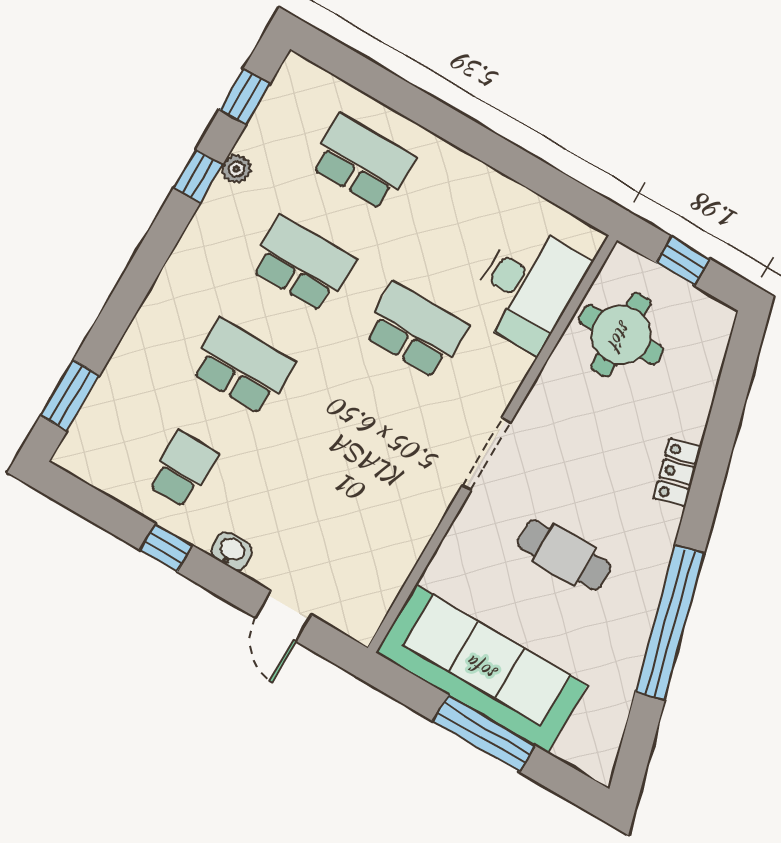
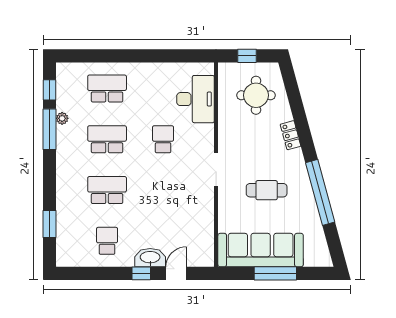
window: (198, 176) -> (50, 129), width x2.17
school desk: (415, 330) -> (163, 139), width x0.54
round table: (621, 335) -> (256, 95), moved
window: (70, 395) -> (50, 224), moved
window: (166, 548) -> (141, 273), moved
washbasin: (231, 551) -> (150, 258), width x1.91, depth x1.45
door: (283, 616) -> (176, 273), swing flipped

